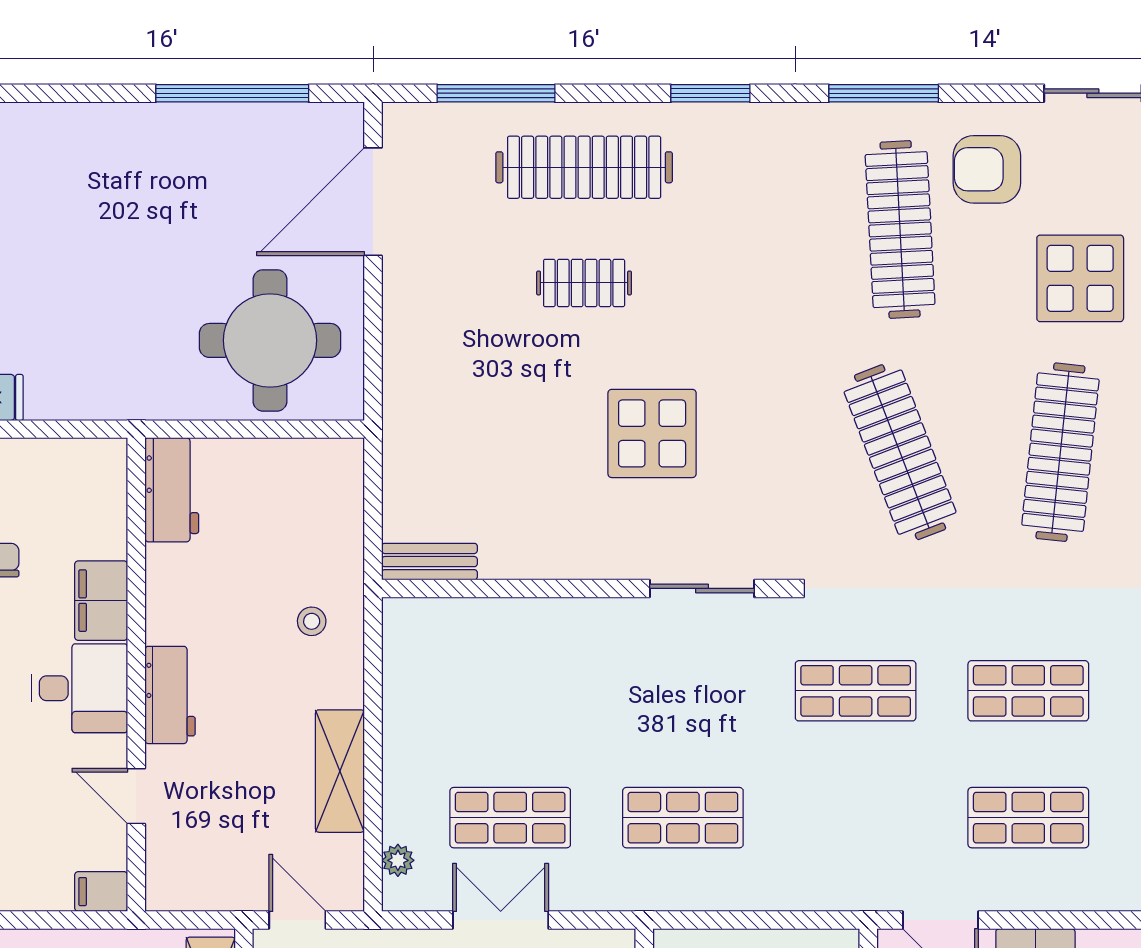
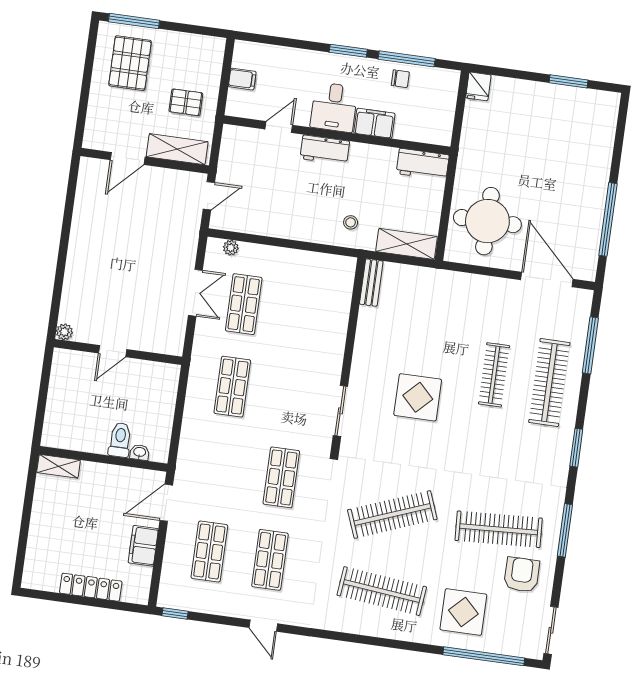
clothes rail: (584, 283) -> (494, 375), width x1.36
shelving: (340, 771) -> (406, 244), moved
filing cabinet: (101, 892) -> (242, 79), moved, turned 90

